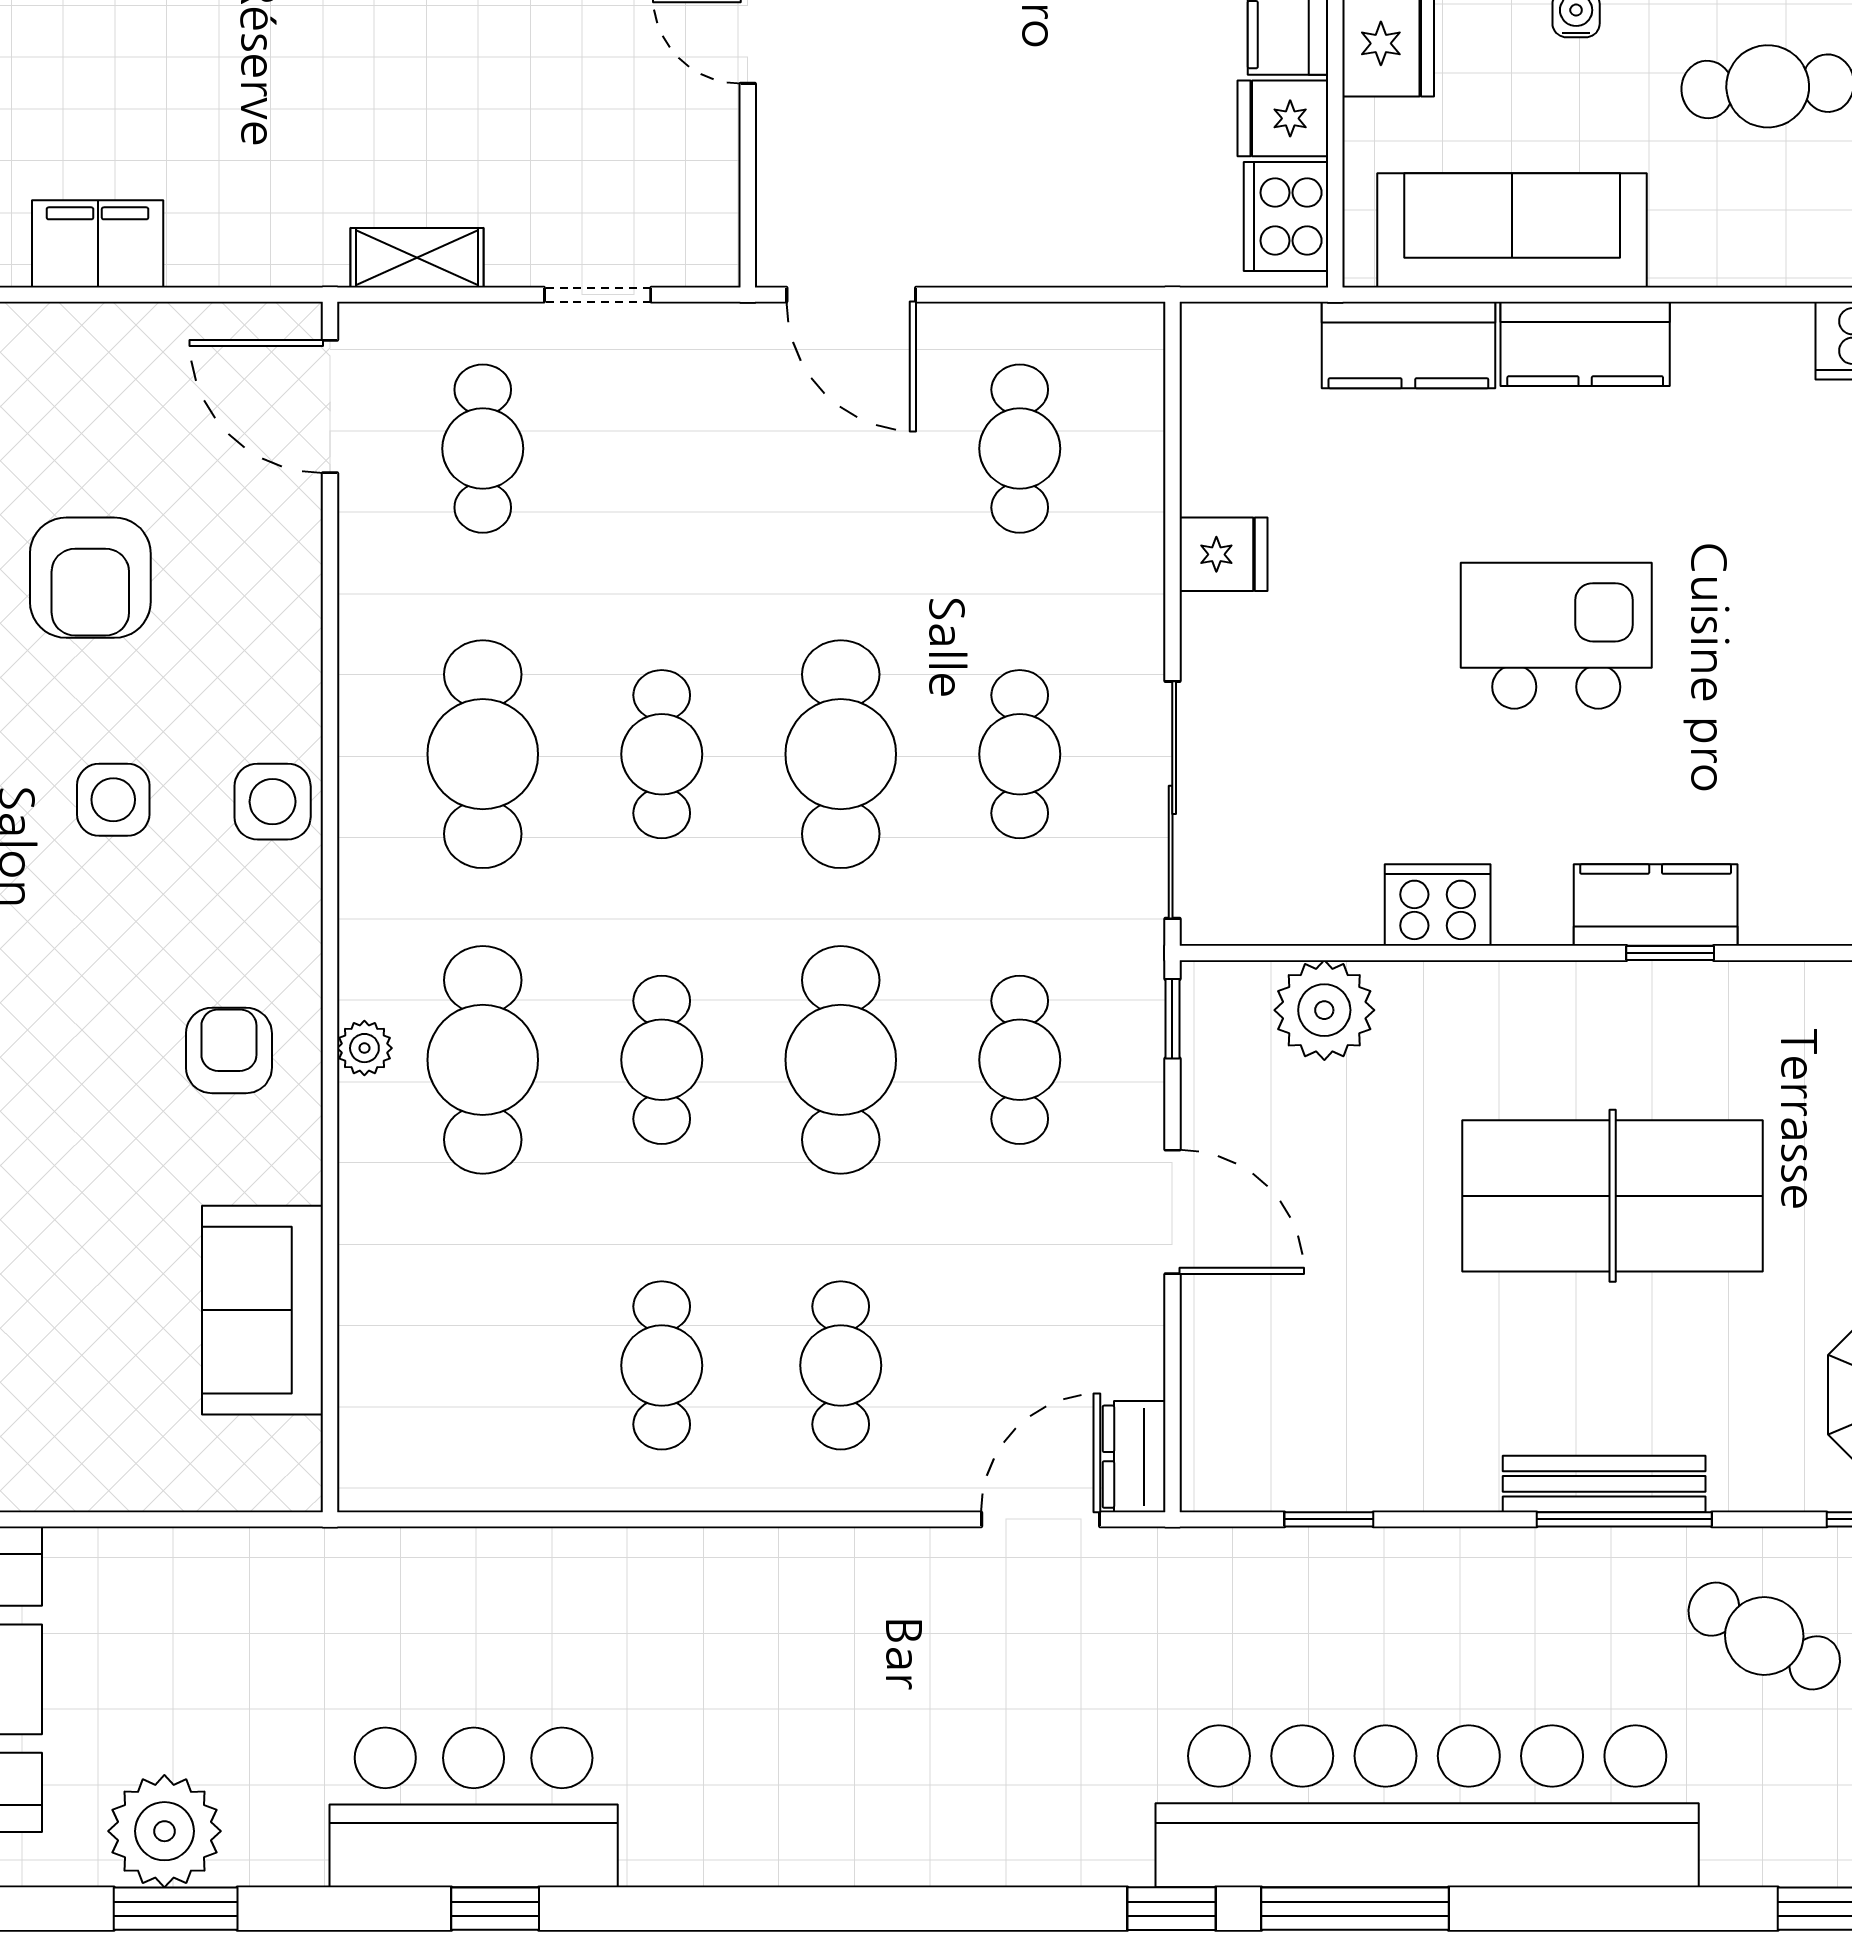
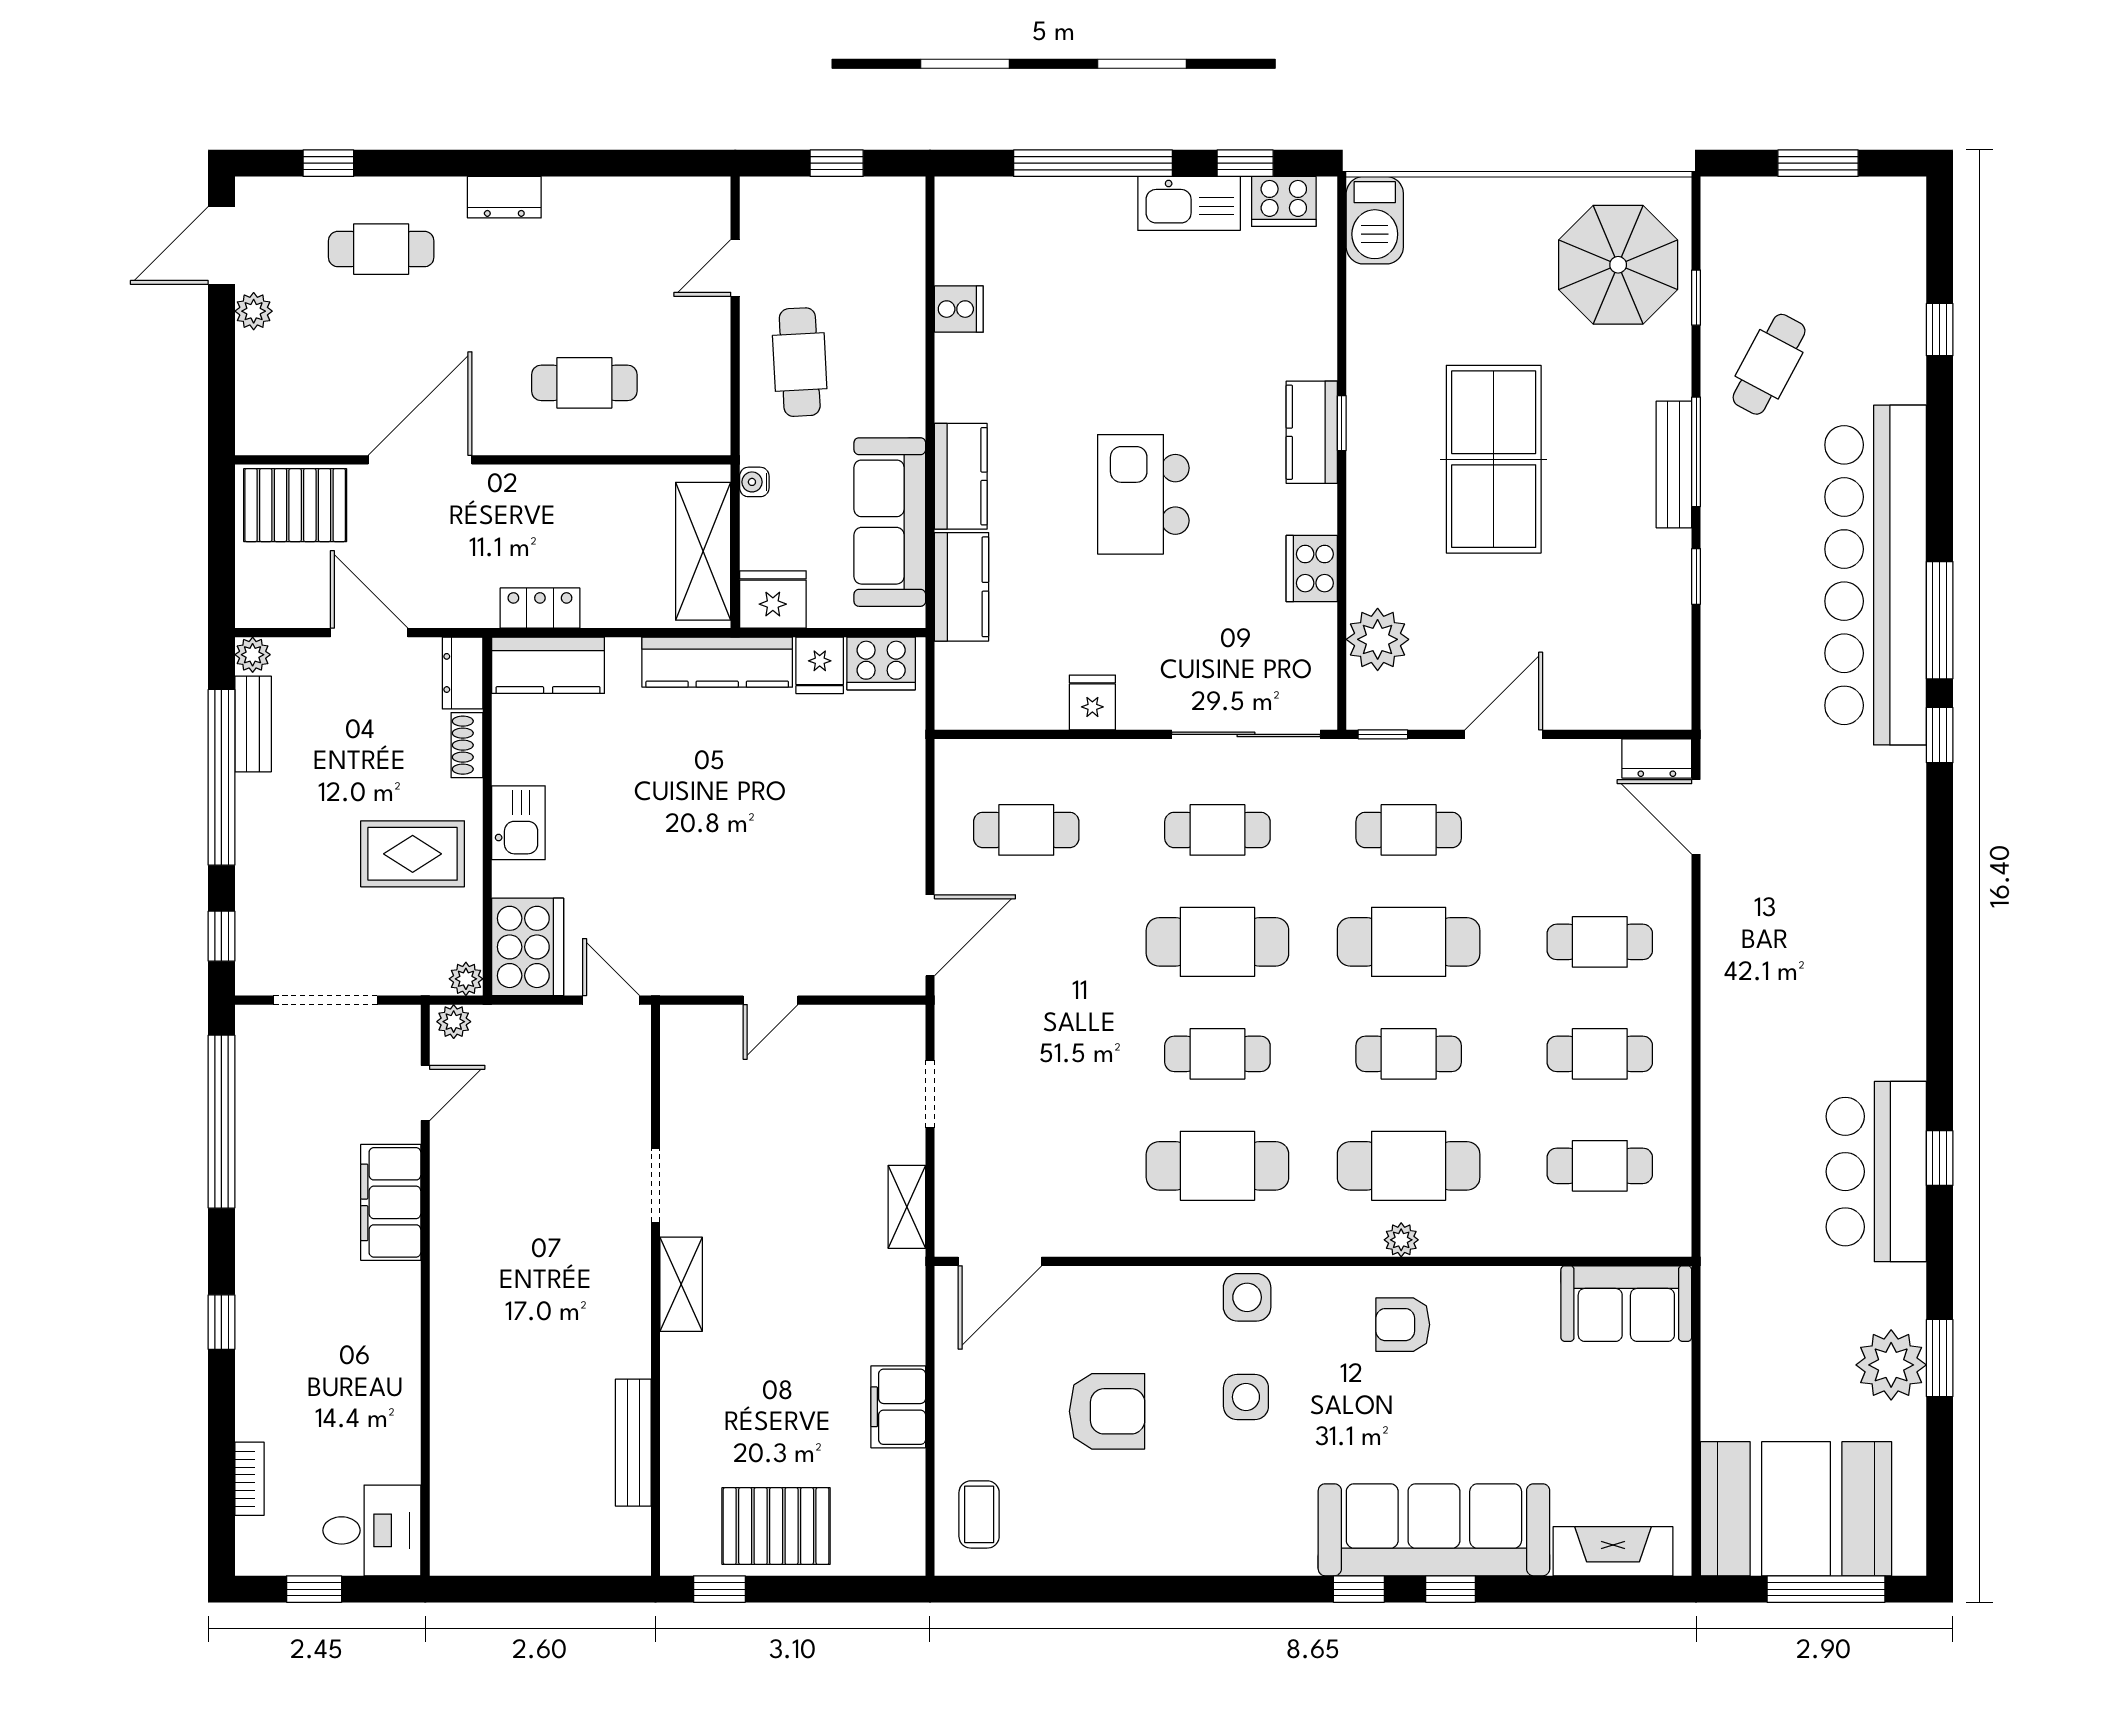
cafe table: (483, 449) -> (1600, 1166), moved
sofa: (263, 1310) -> (1626, 1304), moved
window: (1329, 1519) -> (1696, 576), moved

